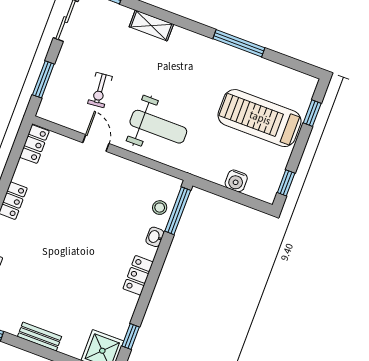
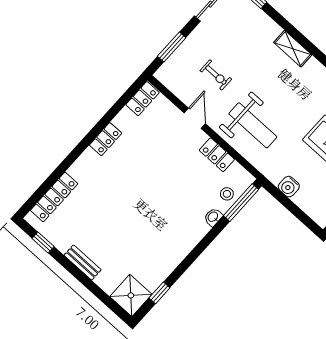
shelving: (151, 25) -> (293, 49), moved
exercise bike: (100, 90) -> (216, 75), turned -85
water cooler: (236, 181) -> (289, 187), moved
locker: (138, 275) -> (217, 155), moved, turned -90

